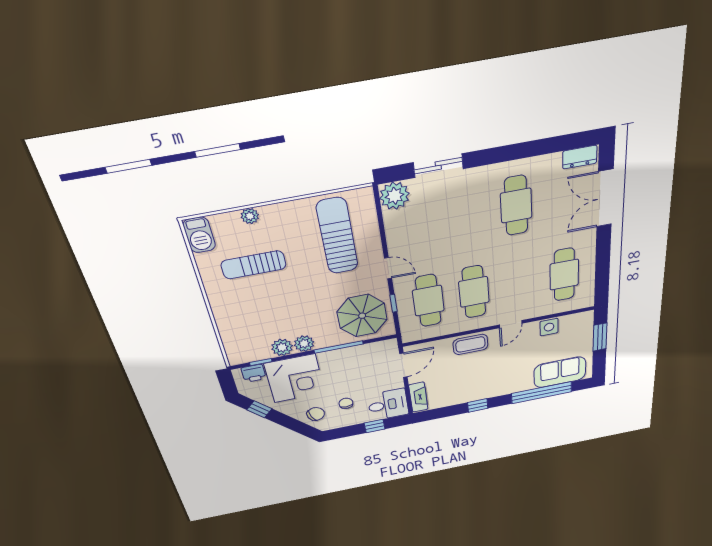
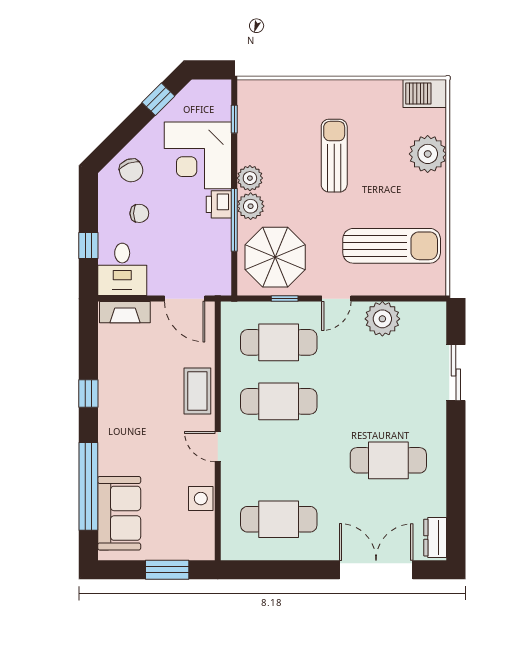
plant: (395, 196) -> (382, 319), moved
plant: (250, 216) -> (428, 154), width x1.88, depth x1.88
sun lounger: (254, 265) -> (334, 156), moved
plant: (282, 347) -> (251, 206), moved
printer: (254, 373) -> (219, 204), moved

